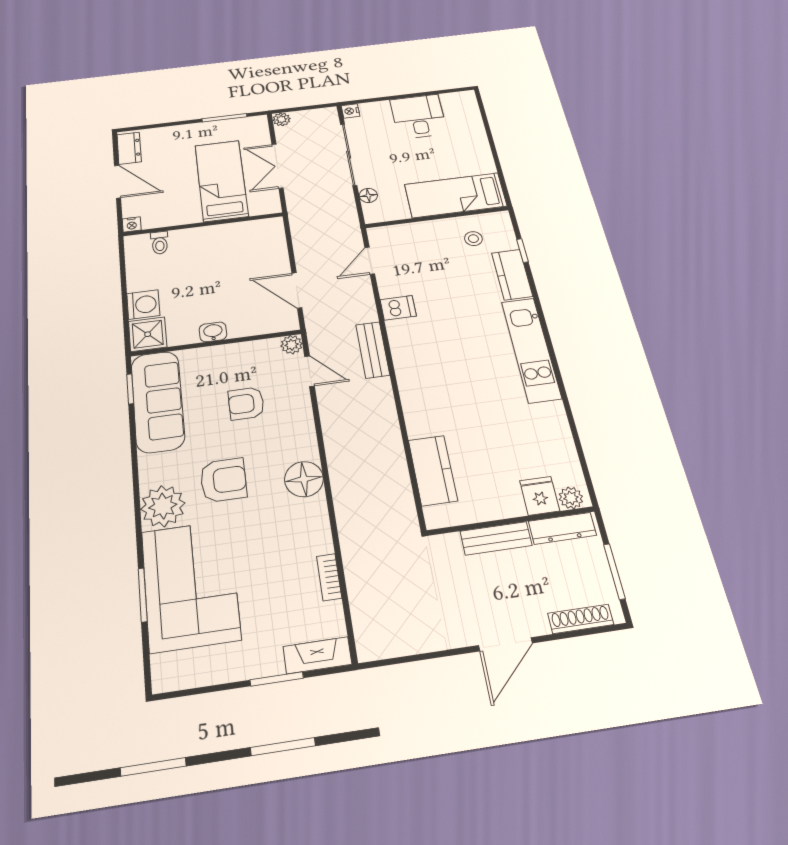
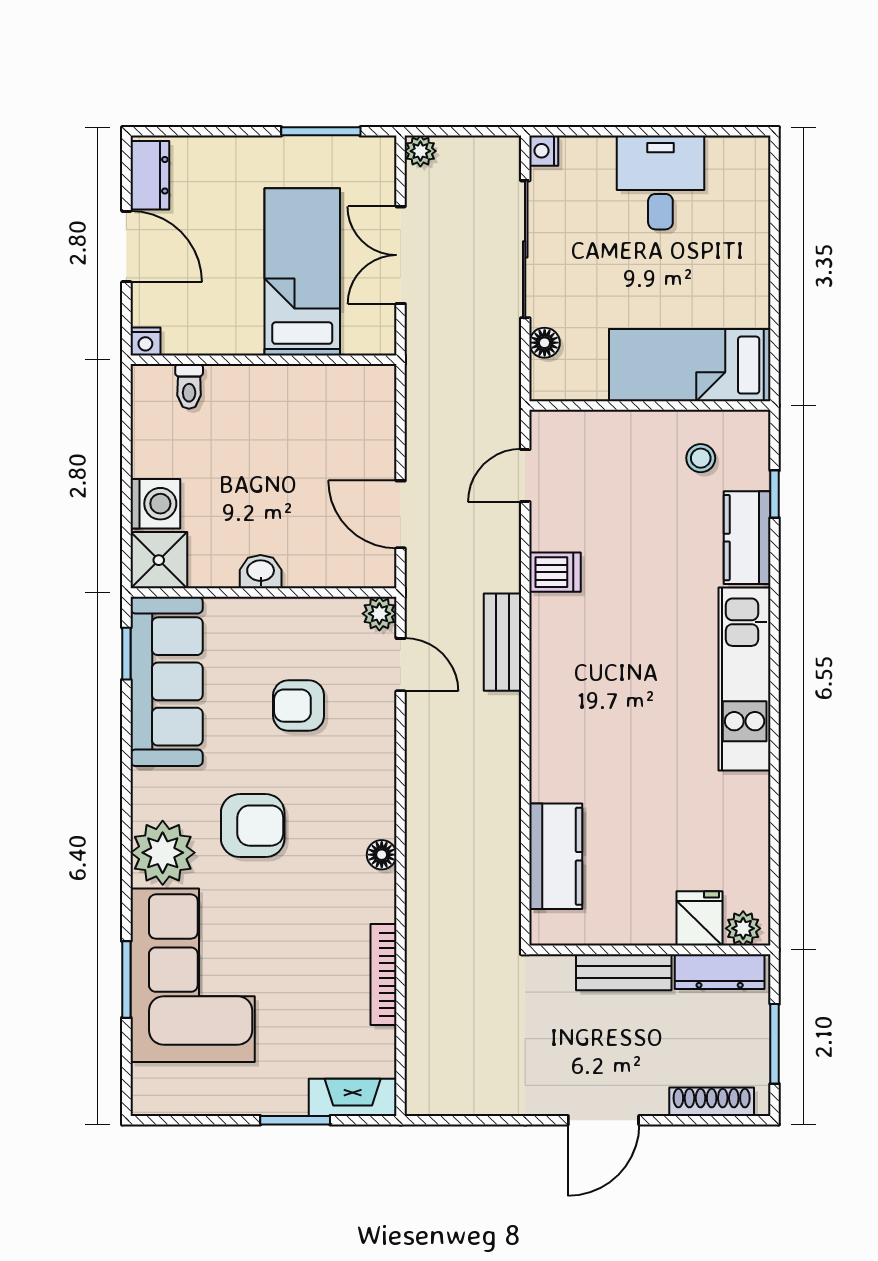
floor lamp: (304, 479) -> (382, 855), width x0.53, depth x0.53
bookcase: (329, 577) -> (383, 975), width x1.56

